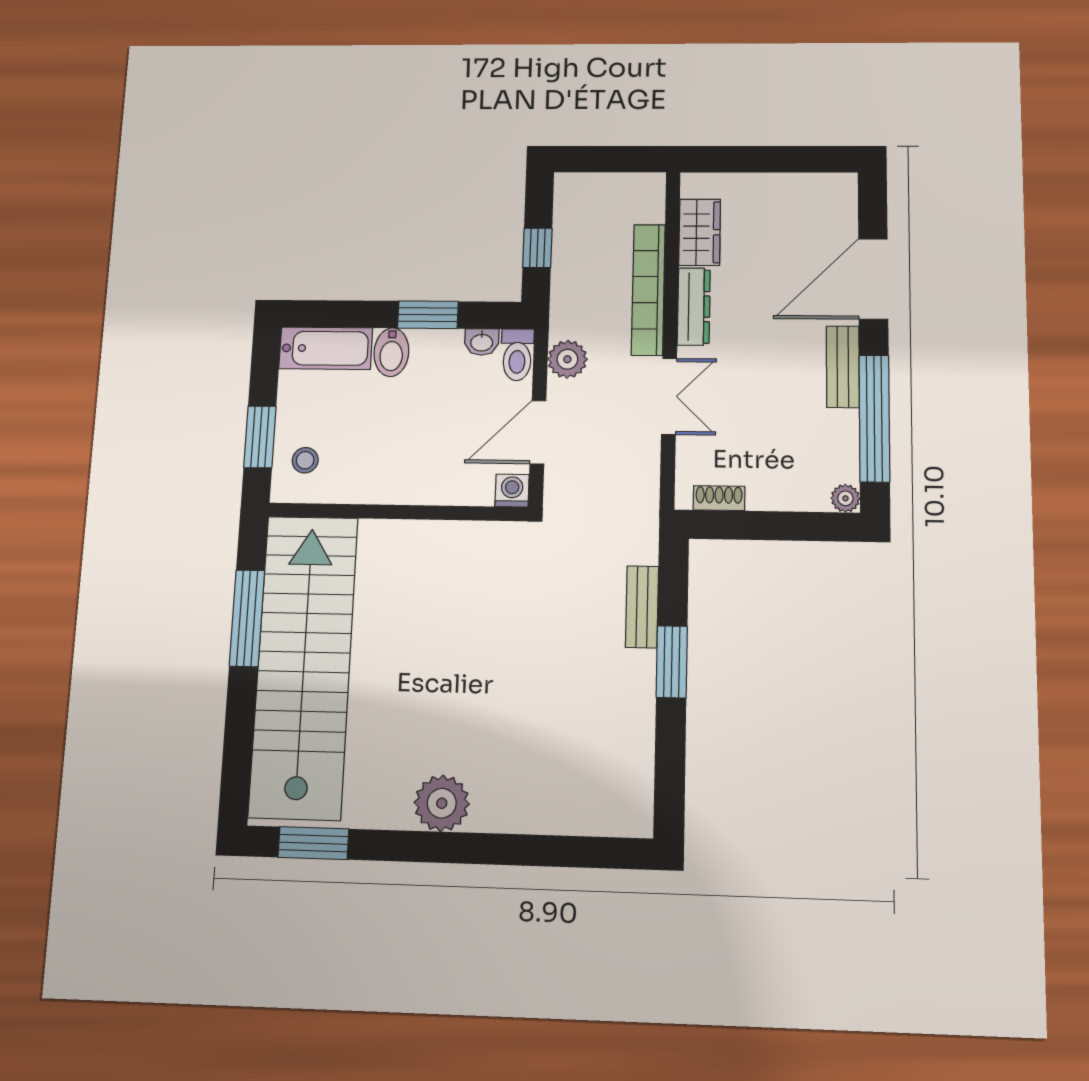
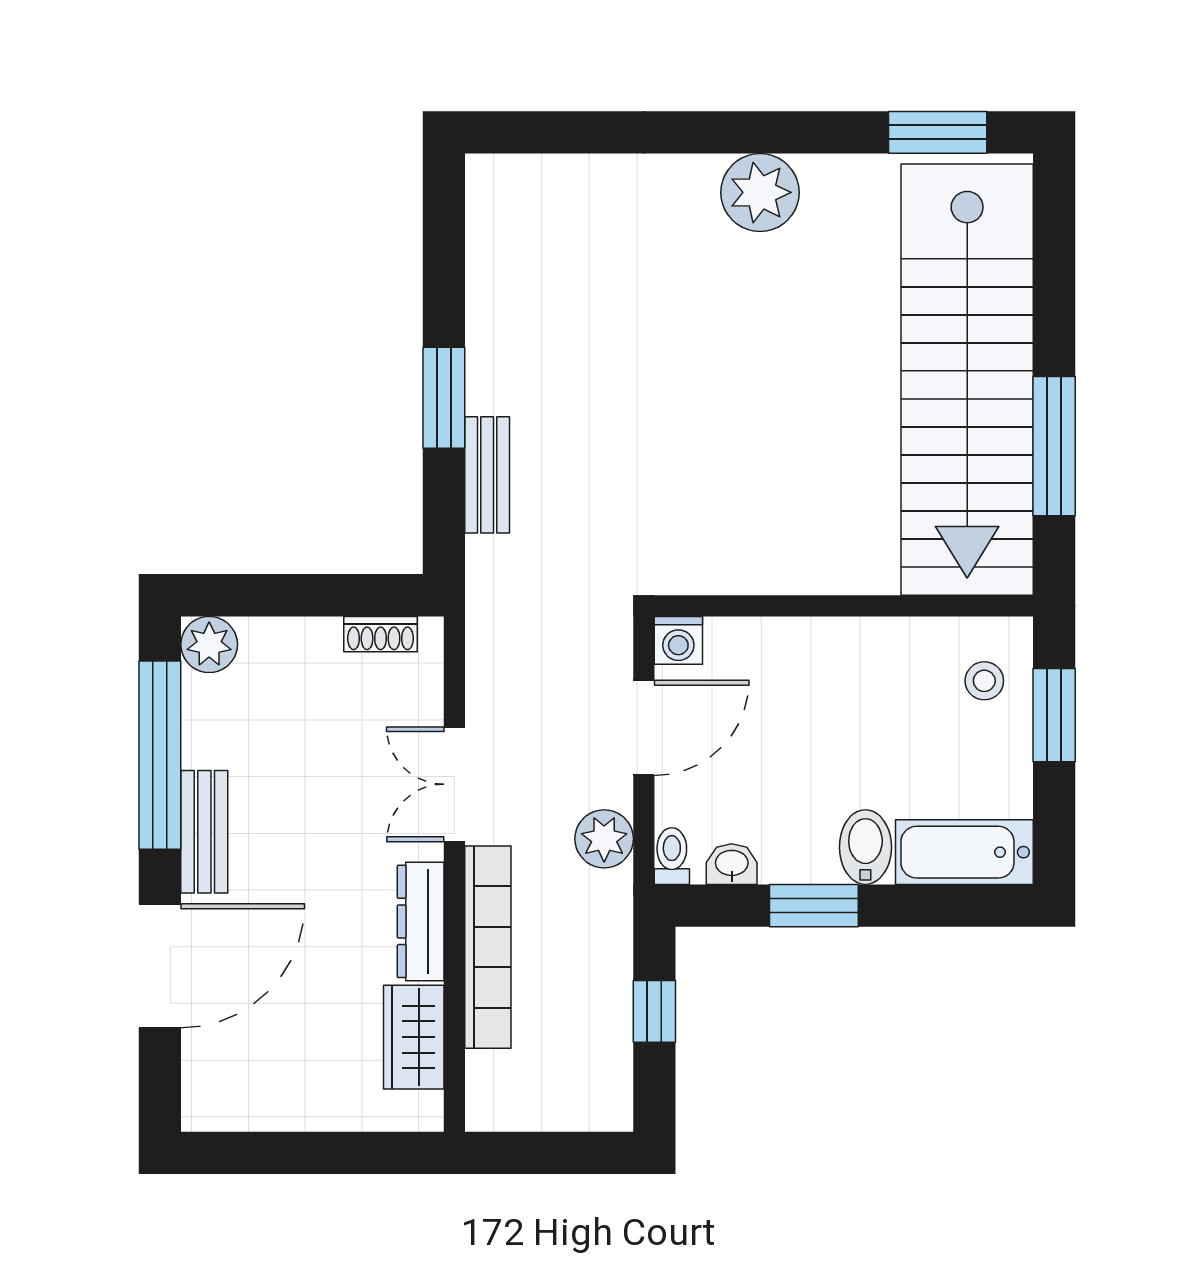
toilet: (517, 355) -> (672, 856), width x0.73, depth x0.72
plant: (845, 498) -> (209, 645), width x1.38, depth x1.38

